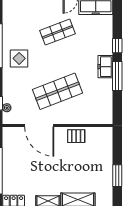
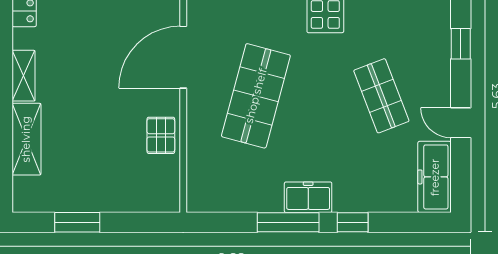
shop shelf: (57, 91) -> (256, 96), turned 36

